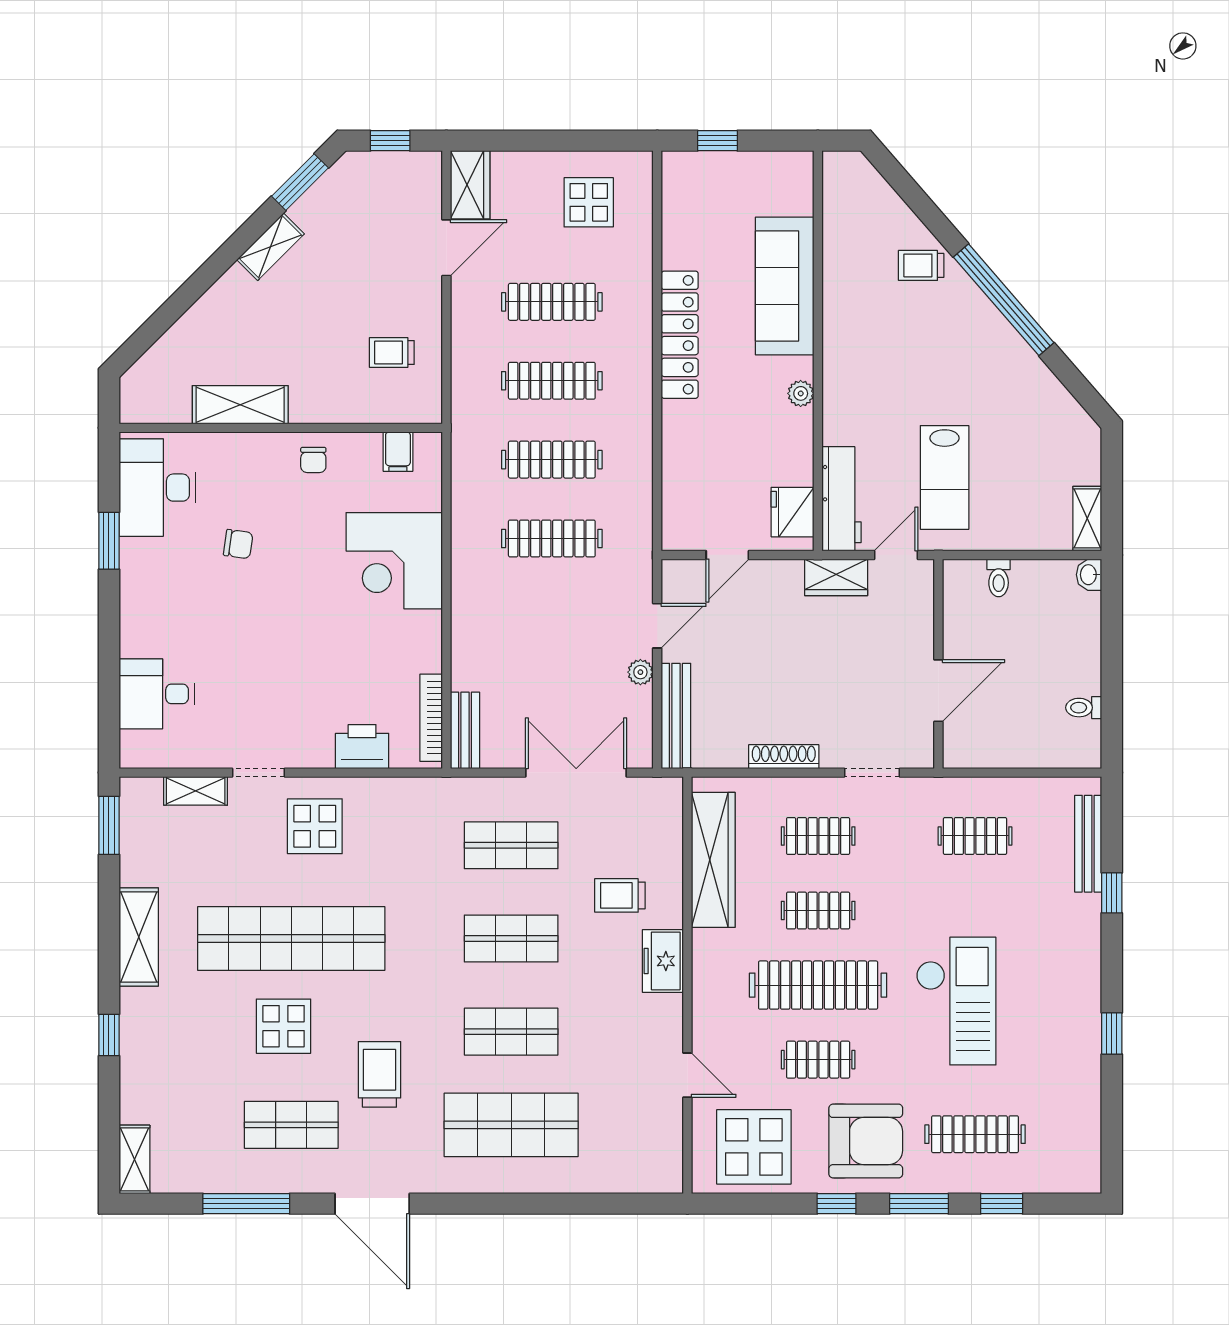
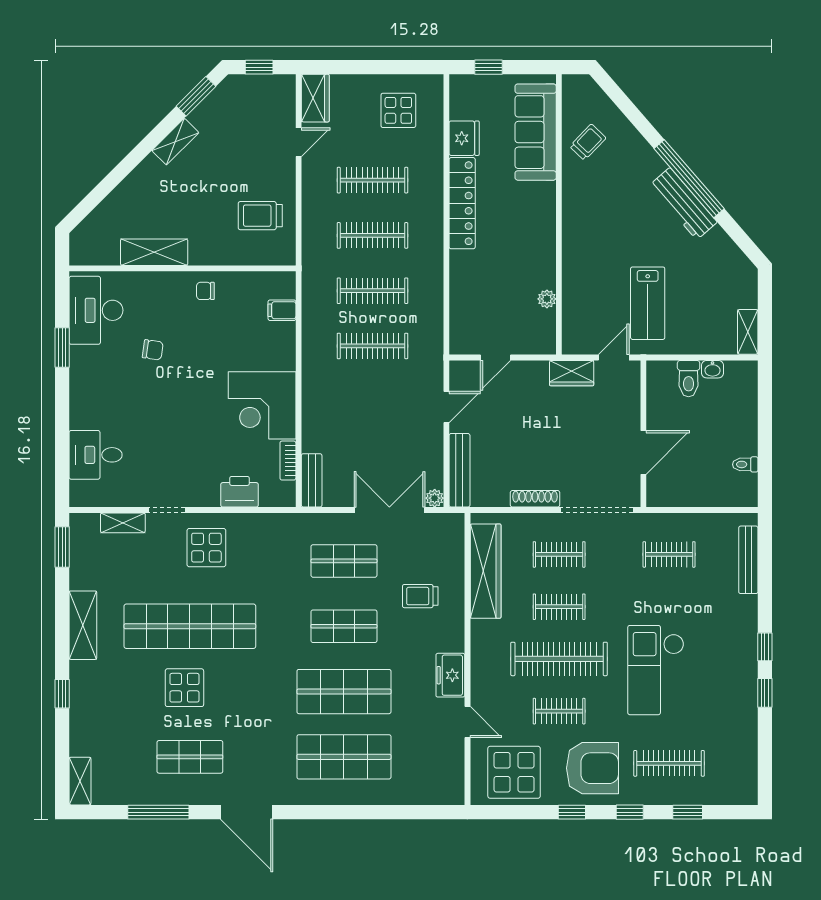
door: (446, 248) -> (299, 142), width x0.73
trolley: (921, 265) -> (588, 142), moved, turned 134
sofa: (785, 286) -> (536, 132), moved
trolley: (392, 353) -> (260, 216), width x1.36, depth x1.39
plant: (801, 393) -> (547, 299), moved
filing cabinet: (398, 452) -> (282, 310), moved, turned 90
chair: (313, 460) -> (205, 291), turned 90
workbench: (841, 499) -> (683, 204), moved, turned 139
fridge: (793, 512) -> (464, 138), moved, turned 180
corner desk: (394, 561) -> (262, 405), moved
washbasin: (1089, 575) -> (712, 369), moved, turned -90
toilet: (999, 578) -> (689, 379), width x1.37, depth x1.39
plant: (640, 672) -> (435, 498), moved
bookcase: (431, 718) -> (288, 461), width x0.64
doorway: (872, 773) -> (597, 510), width x1.88
window: (1112, 893) -> (765, 647), moved
freezer: (663, 961) -> (450, 675), moved
checkout: (956, 1001) -> (656, 670), turned 180
shop shelf: (511, 1032) -> (344, 692), width x1.43, depth x1.36
trolley: (379, 1074) -> (252, 721), removed
window: (919, 1204) -> (630, 812), width x0.67

